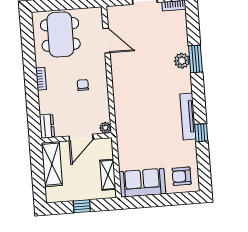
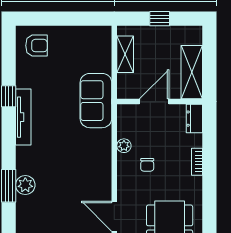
bookcase: (41, 79) -> (197, 162), moved
plant: (105, 128) -> (124, 146), moved
sofa: (142, 183) -> (96, 101), moved, turned 90

